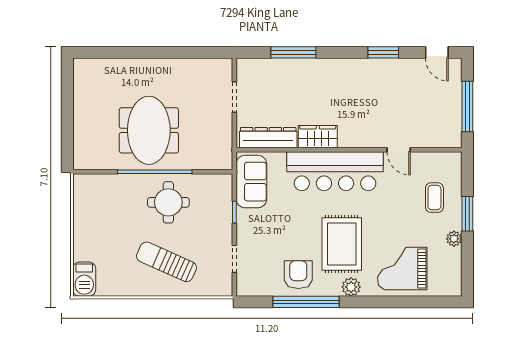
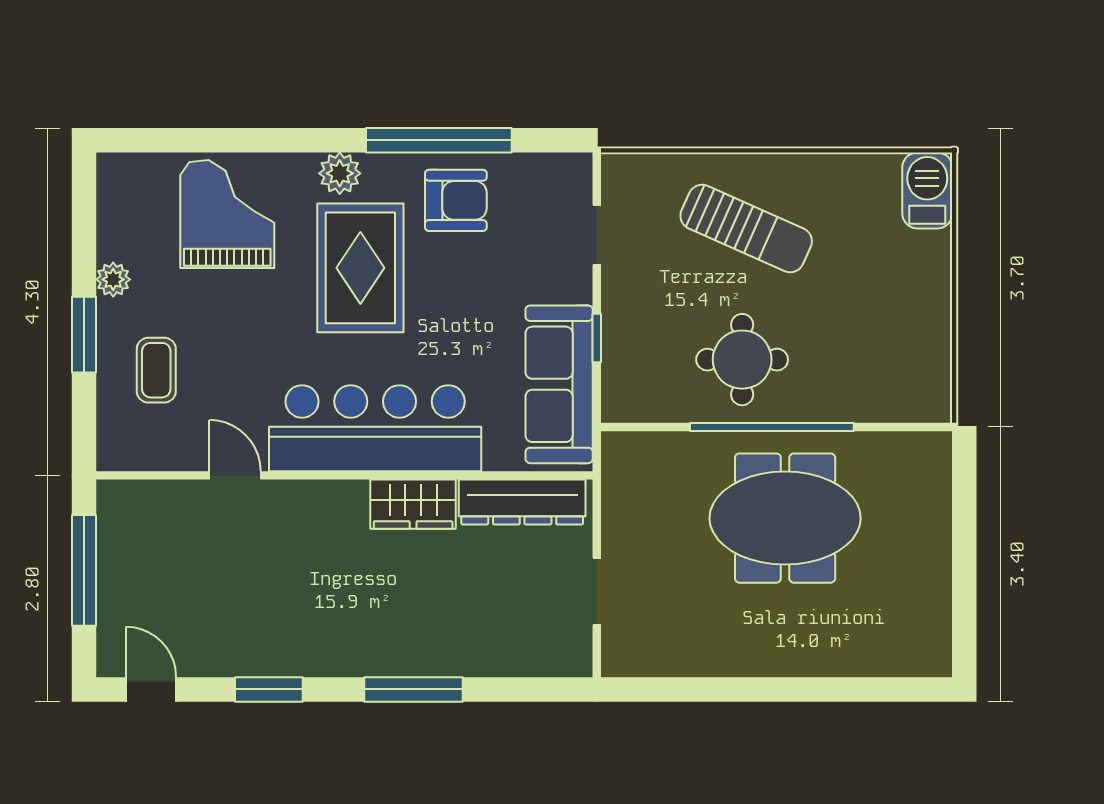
window: (293, 52) -> (413, 689), moved
meeting table: (149, 130) -> (785, 518), turned 90
sofa: (251, 182) -> (559, 384), width x1.36
grand piano: (402, 268) -> (227, 214), turned -90
armchair: (298, 275) -> (456, 200), turned -90

